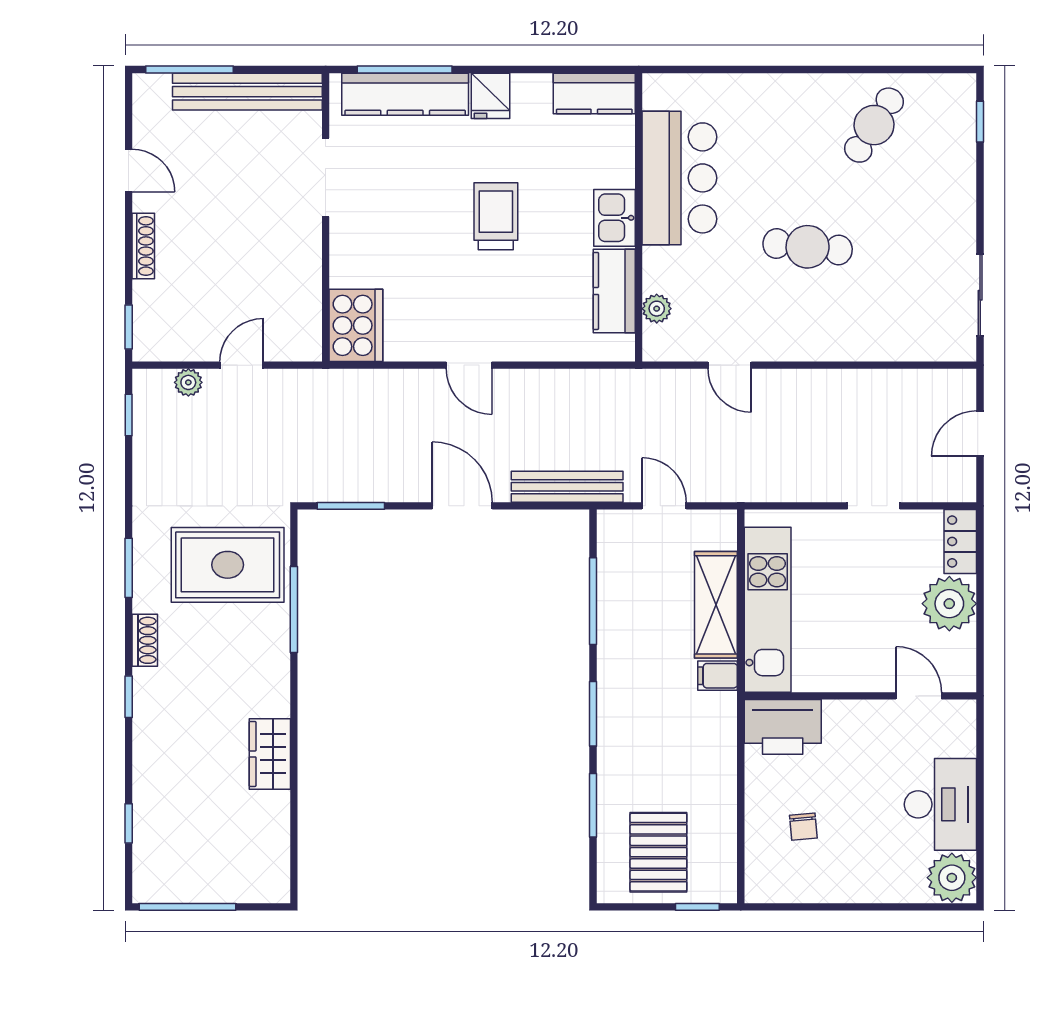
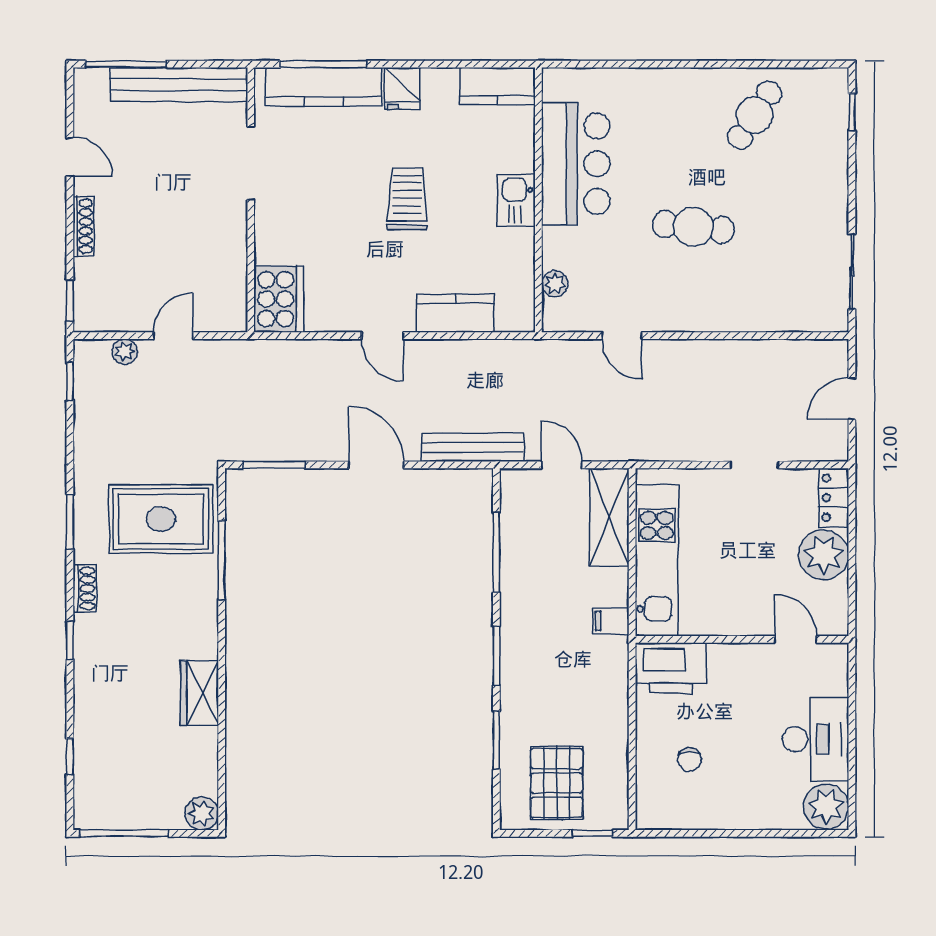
kitchen counter: (614, 291) -> (455, 313), moved, turned 90
shelving: (716, 605) -> (609, 517), moved
plant: (272, 885) -> (202, 813), added

